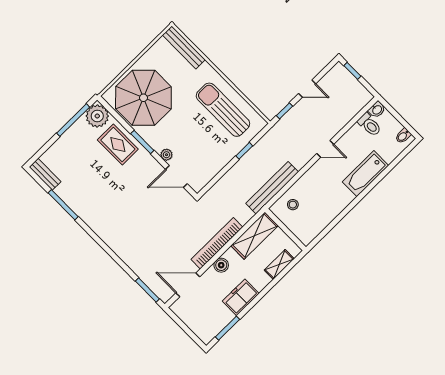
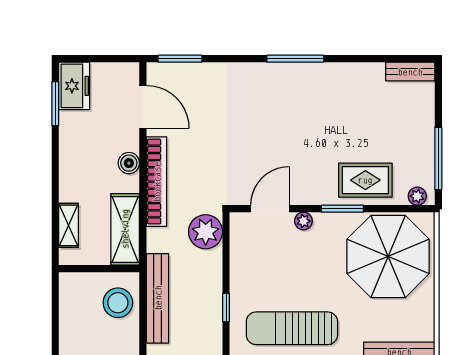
sun lounger: (223, 110) -> (292, 328), turned 180
plant: (97, 116) -> (417, 196), width x0.53, depth x0.53
plant: (218, 196) -> (206, 232), added
window: (63, 205) -> (295, 59), moved
stool: (293, 205) -> (118, 303), width x1.89, depth x1.89
door: (188, 285) -> (143, 107), hinge flipped
freezer: (241, 297) -> (74, 86), moved

